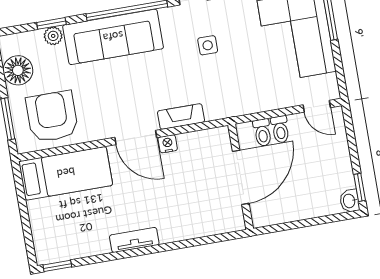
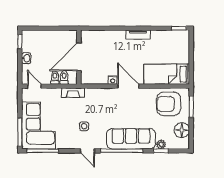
armchair: (52, 117) -> (169, 104), turned 90
fireplace: (181, 117) -> (73, 93), moved
washbasin: (350, 201) -> (26, 58), moved

